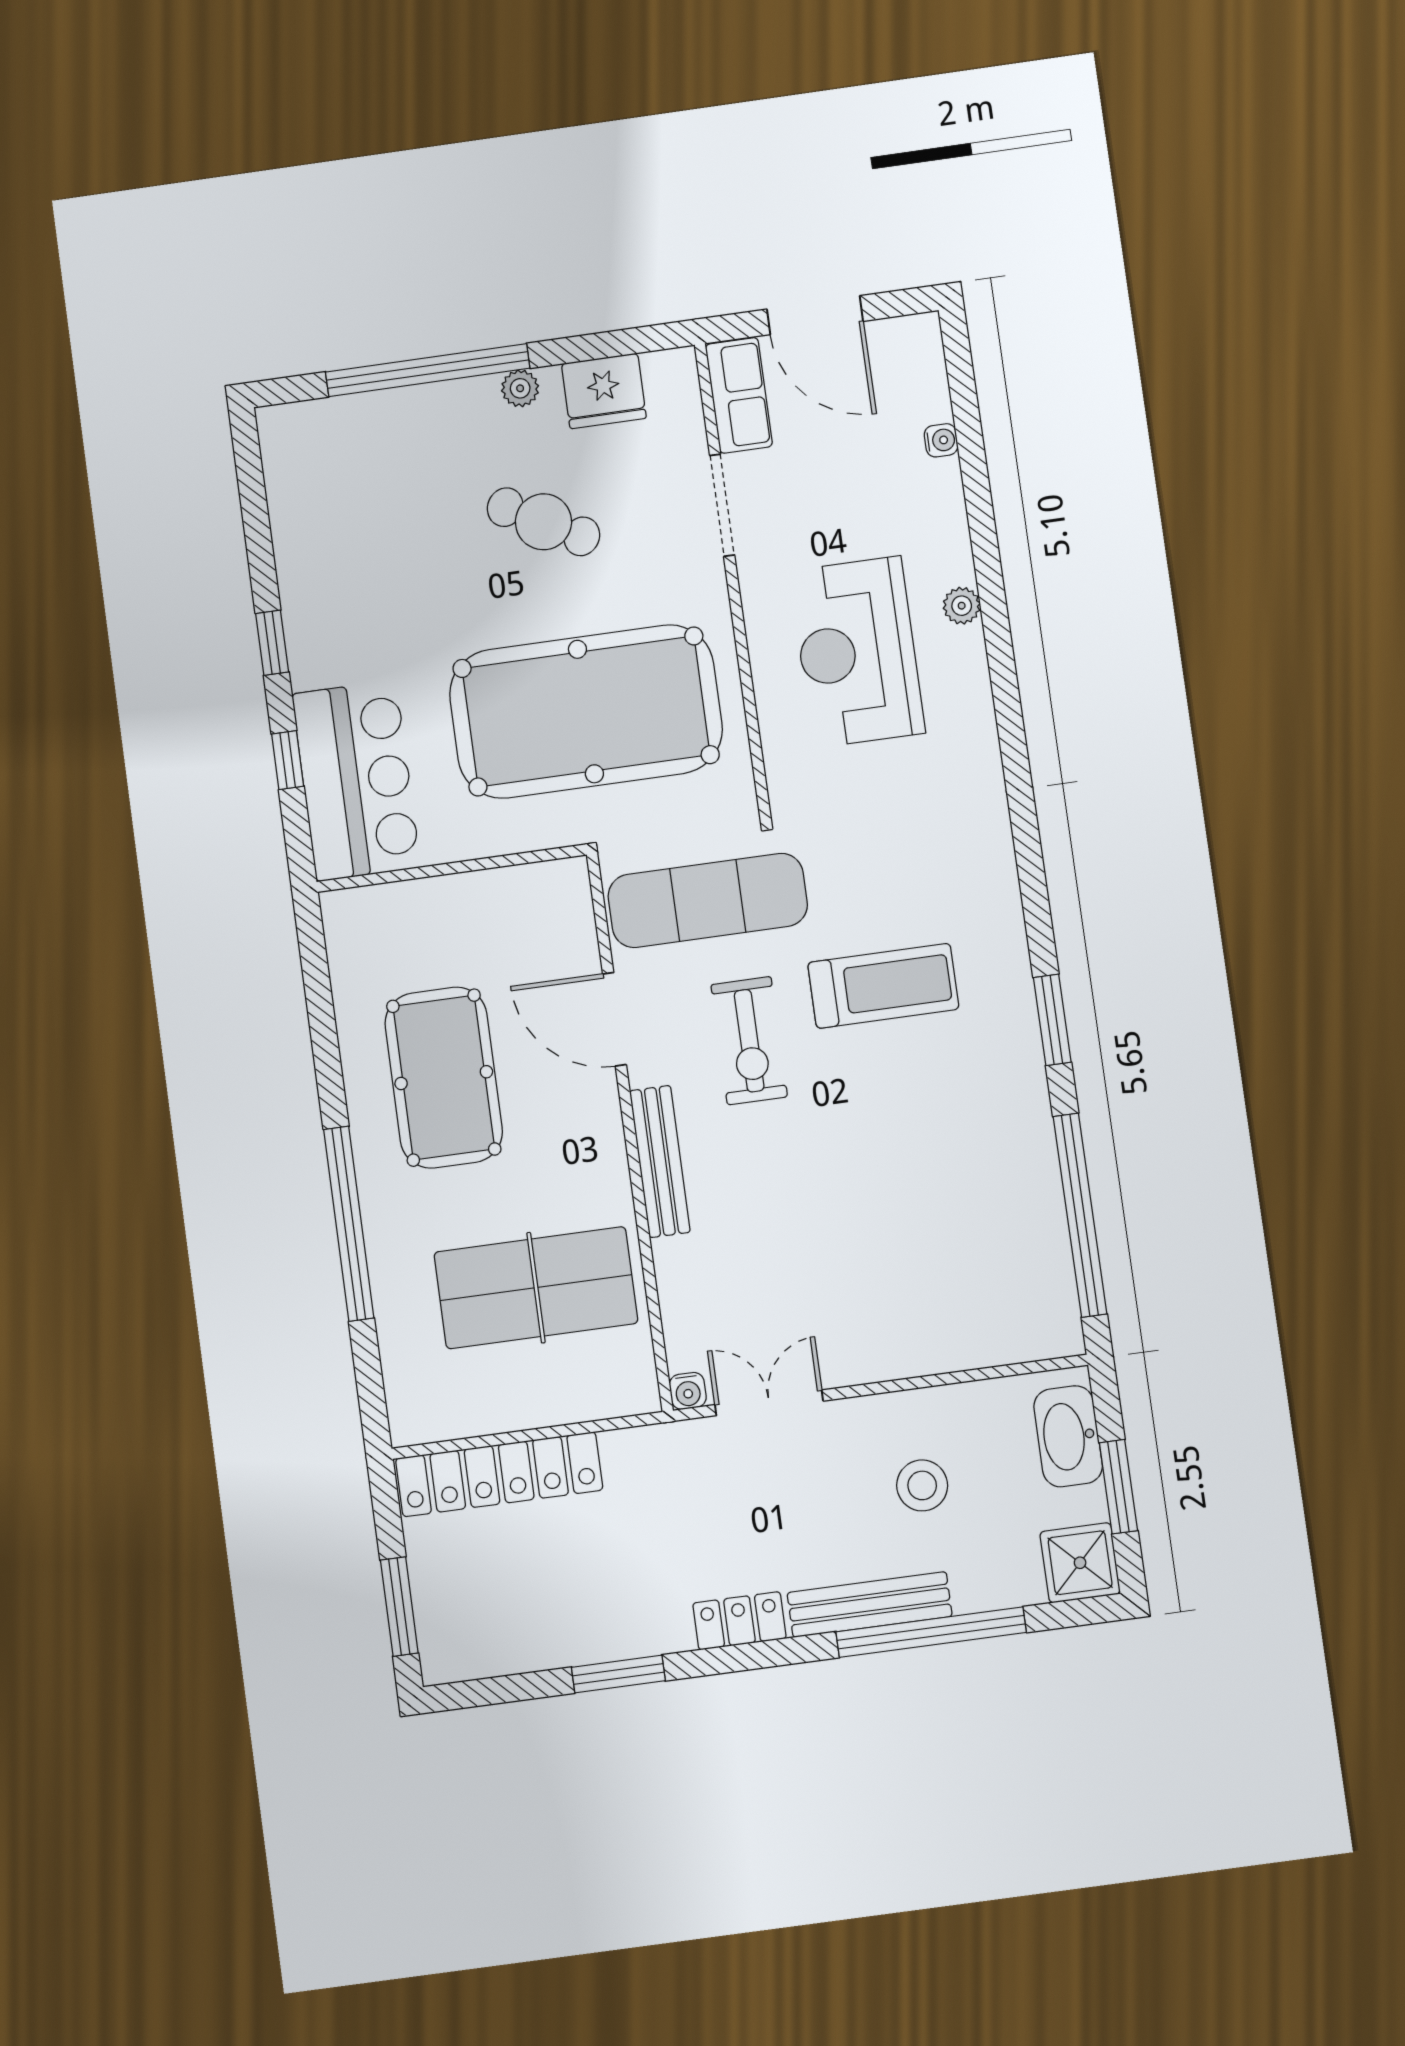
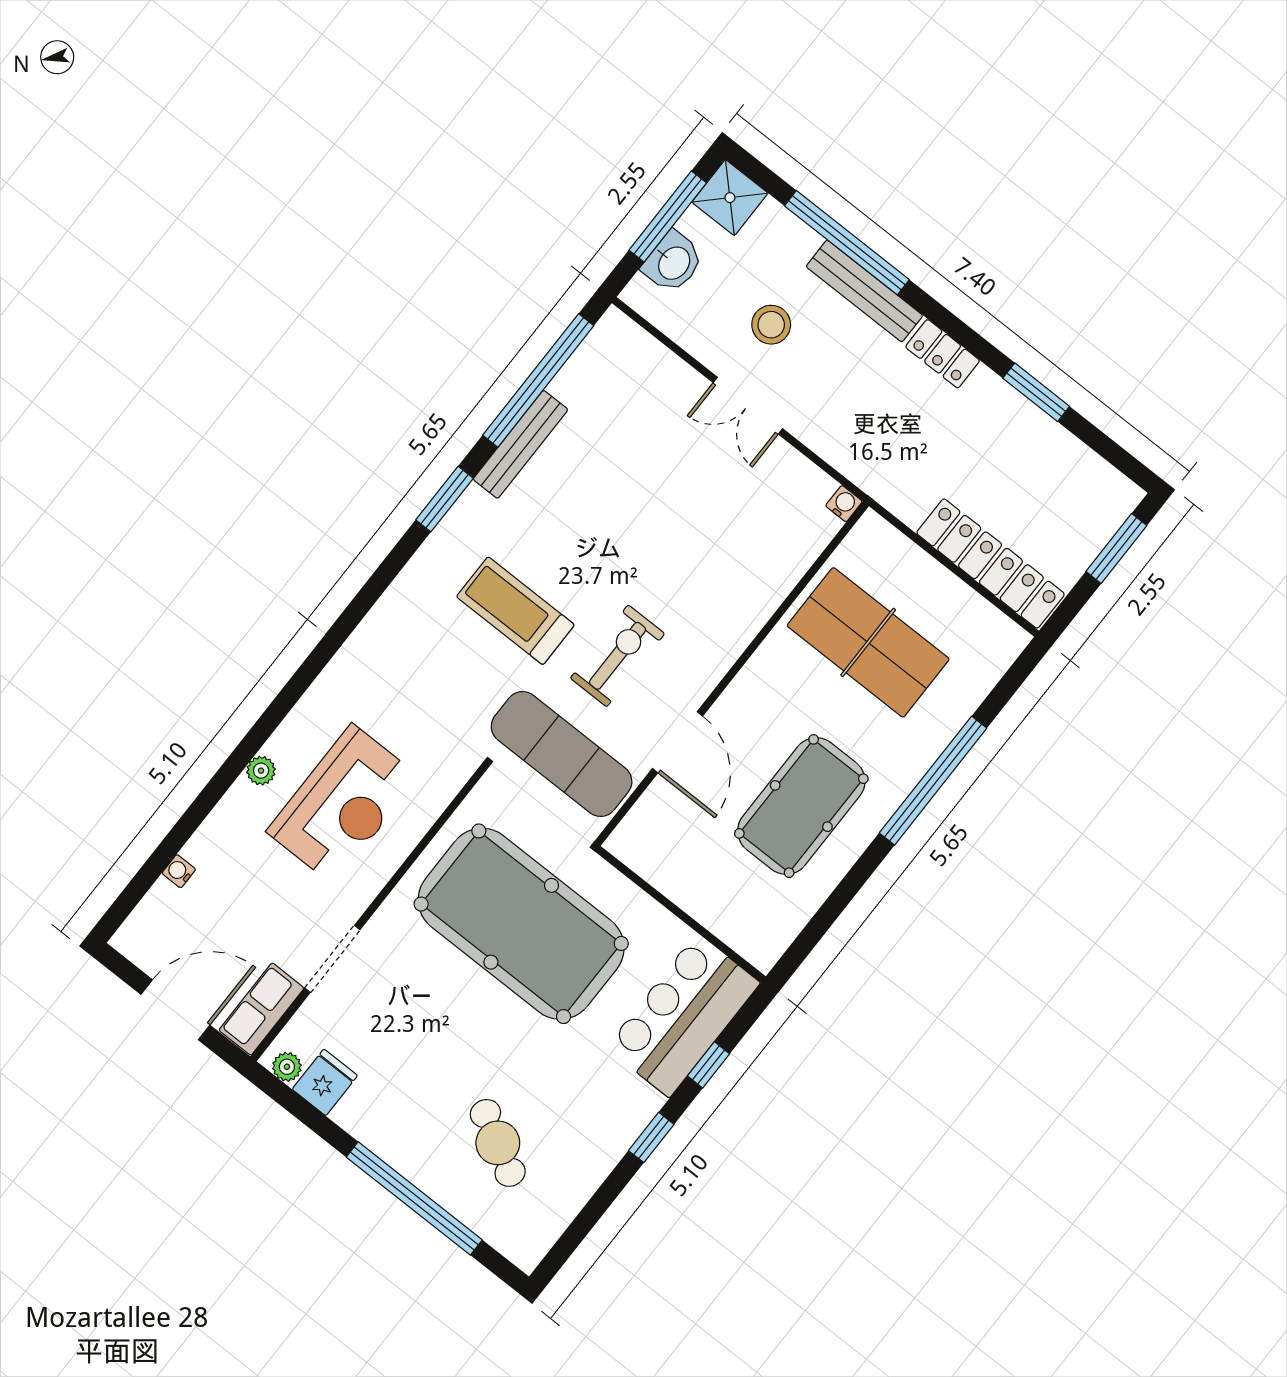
door: (815, 315) -> (175, 1010), hinge flipped
plant: (520, 388) -> (287, 1067), moved
fridge: (604, 391) -> (325, 1082), width x0.72
cafe table: (543, 522) -> (498, 1143), moved
bench: (660, 1161) -> (521, 444), moved
double door: (769, 1403) -> (748, 406), moved
washbasin: (1068, 1436) -> (673, 262), width x0.72
window: (1118, 1487) -> (668, 216), width x1.44

